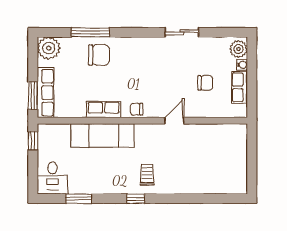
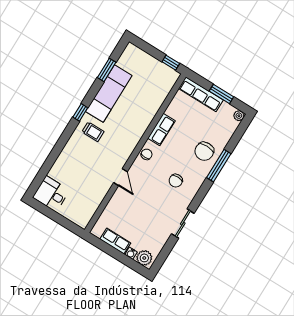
window: (90, 32) -> (219, 166), moved
plant: (49, 48) -> (239, 116), width x0.53, depth x0.53
chair: (205, 83) -> (176, 181), moved
window: (33, 96) -> (221, 94), moved
exam couch: (103, 136) -> (109, 94), moved, turned 180
desk: (52, 178) -> (51, 194), moved

